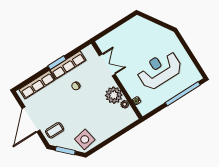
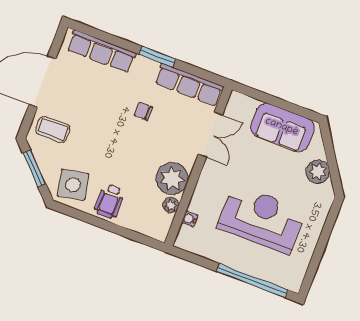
plant: (157, 31) -> (318, 172), added
sofa: (127, 32) -> (282, 127), added
row of seats: (68, 65) -> (189, 85), moved
wheelchair: (103, 129) -> (109, 201), added

